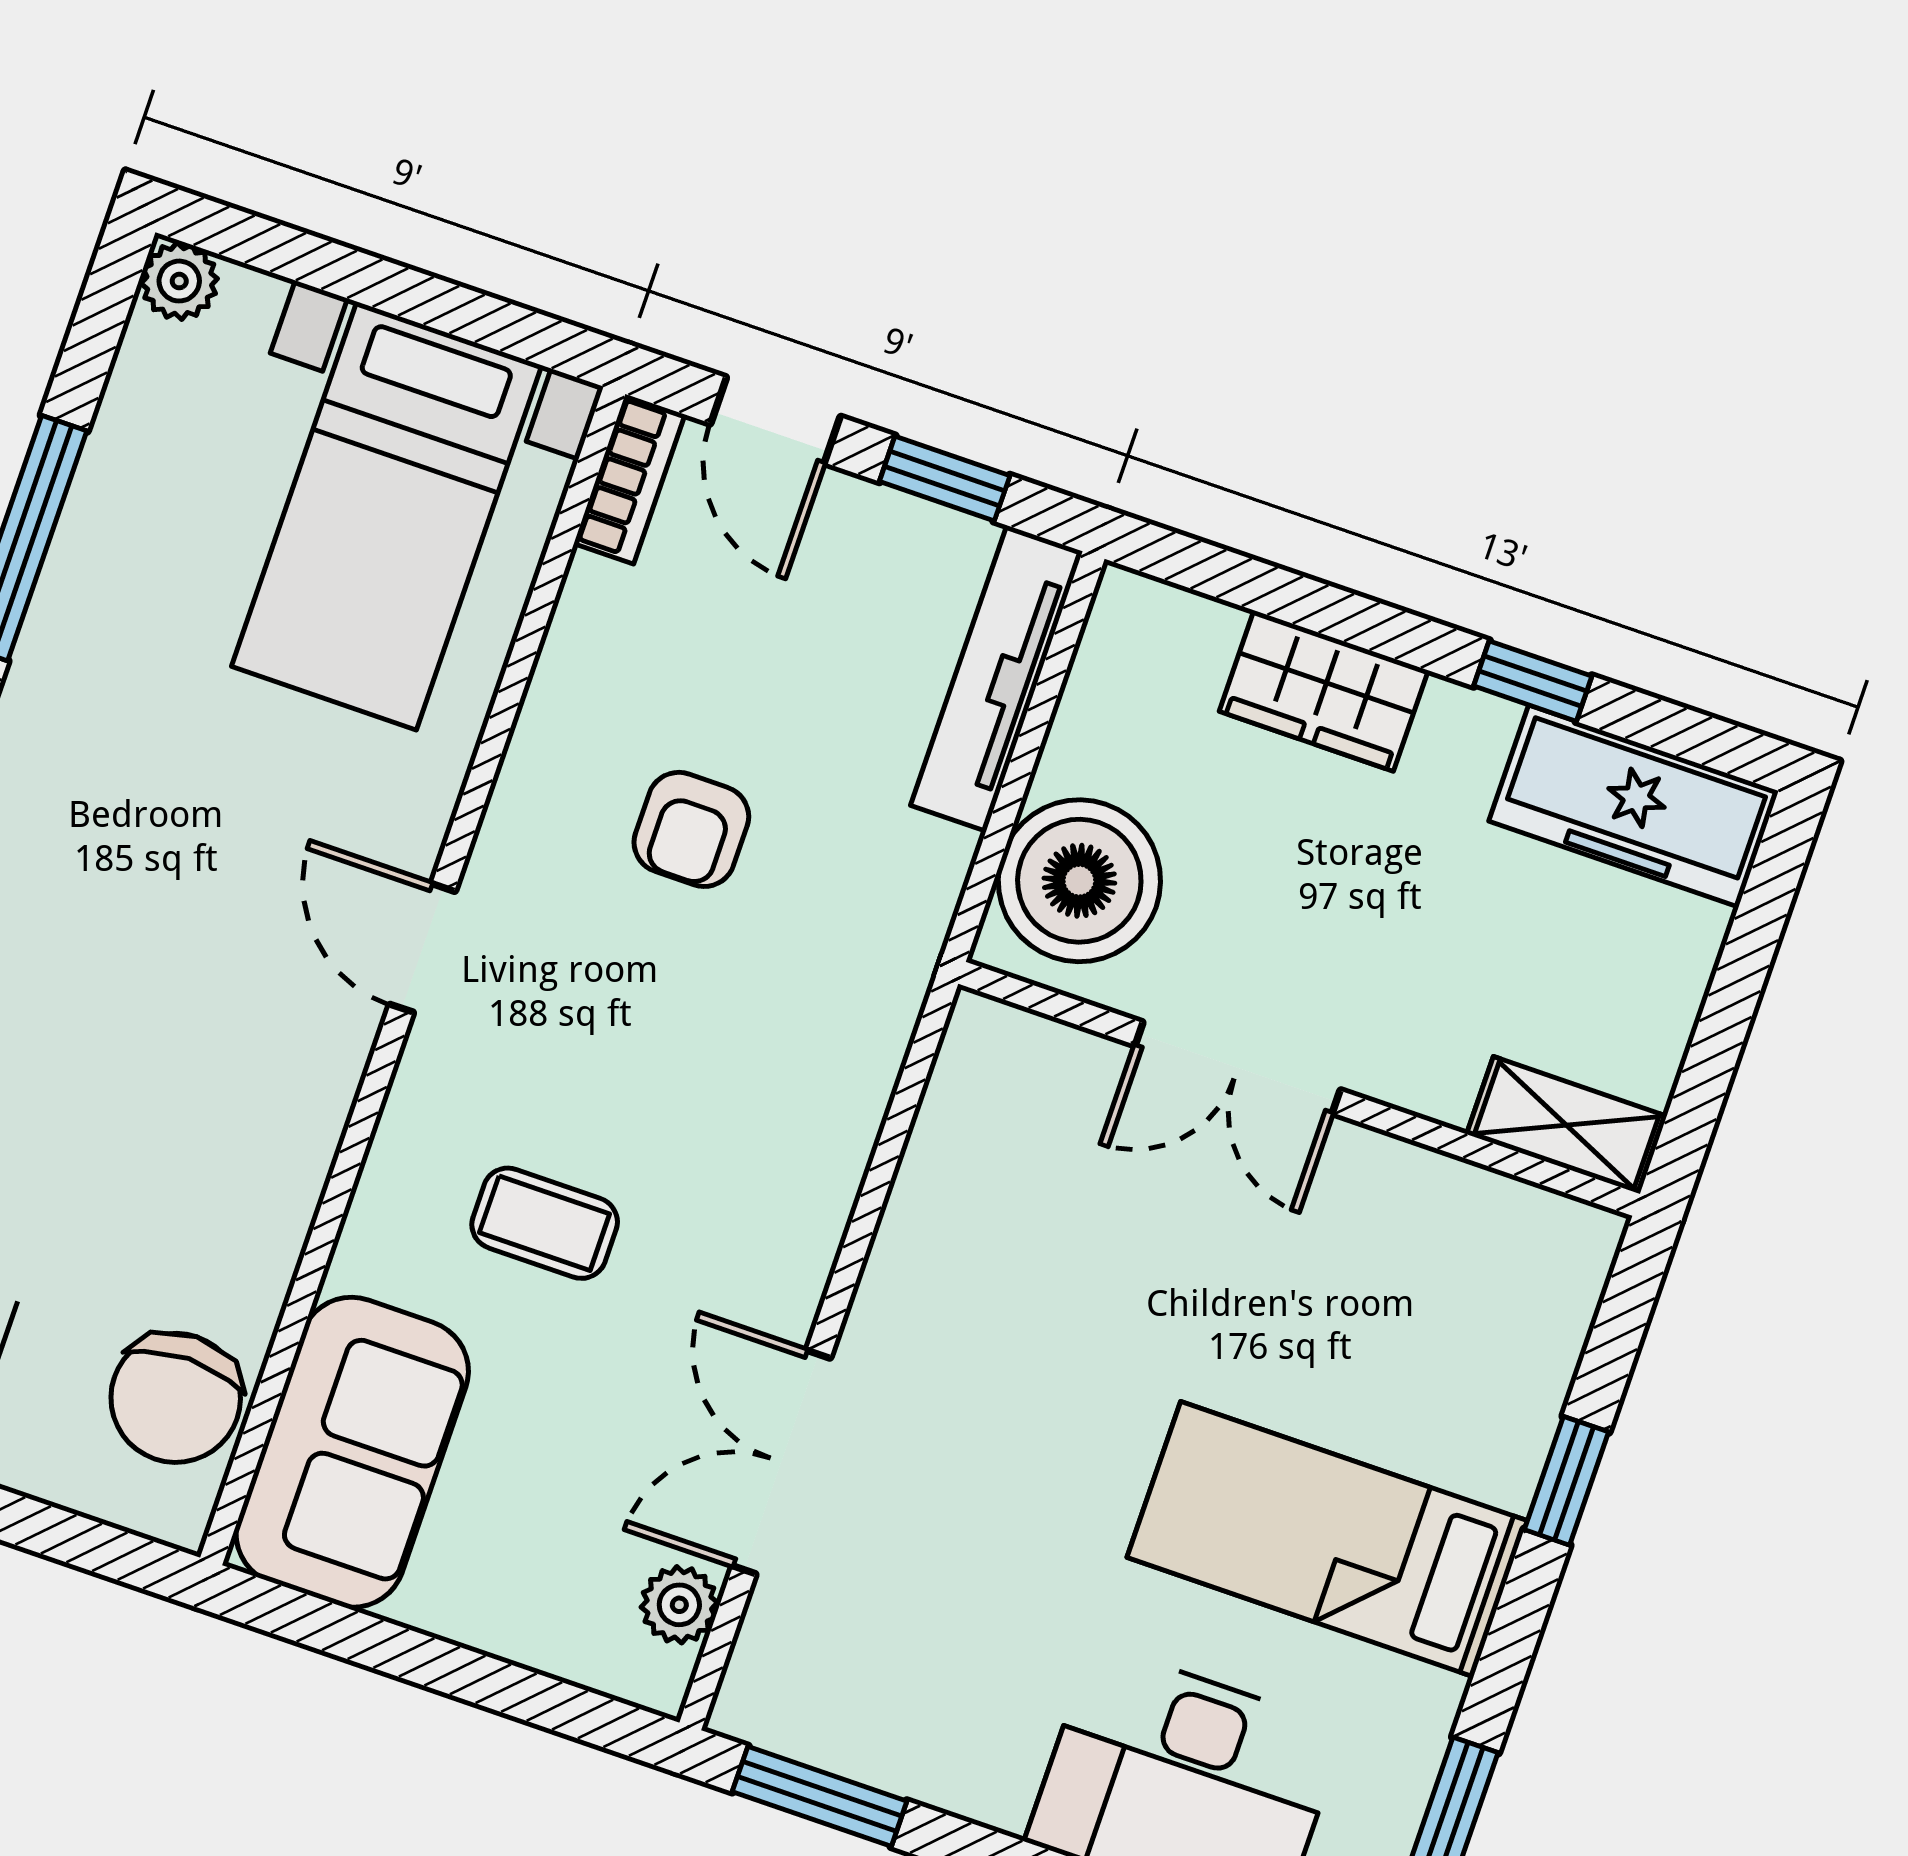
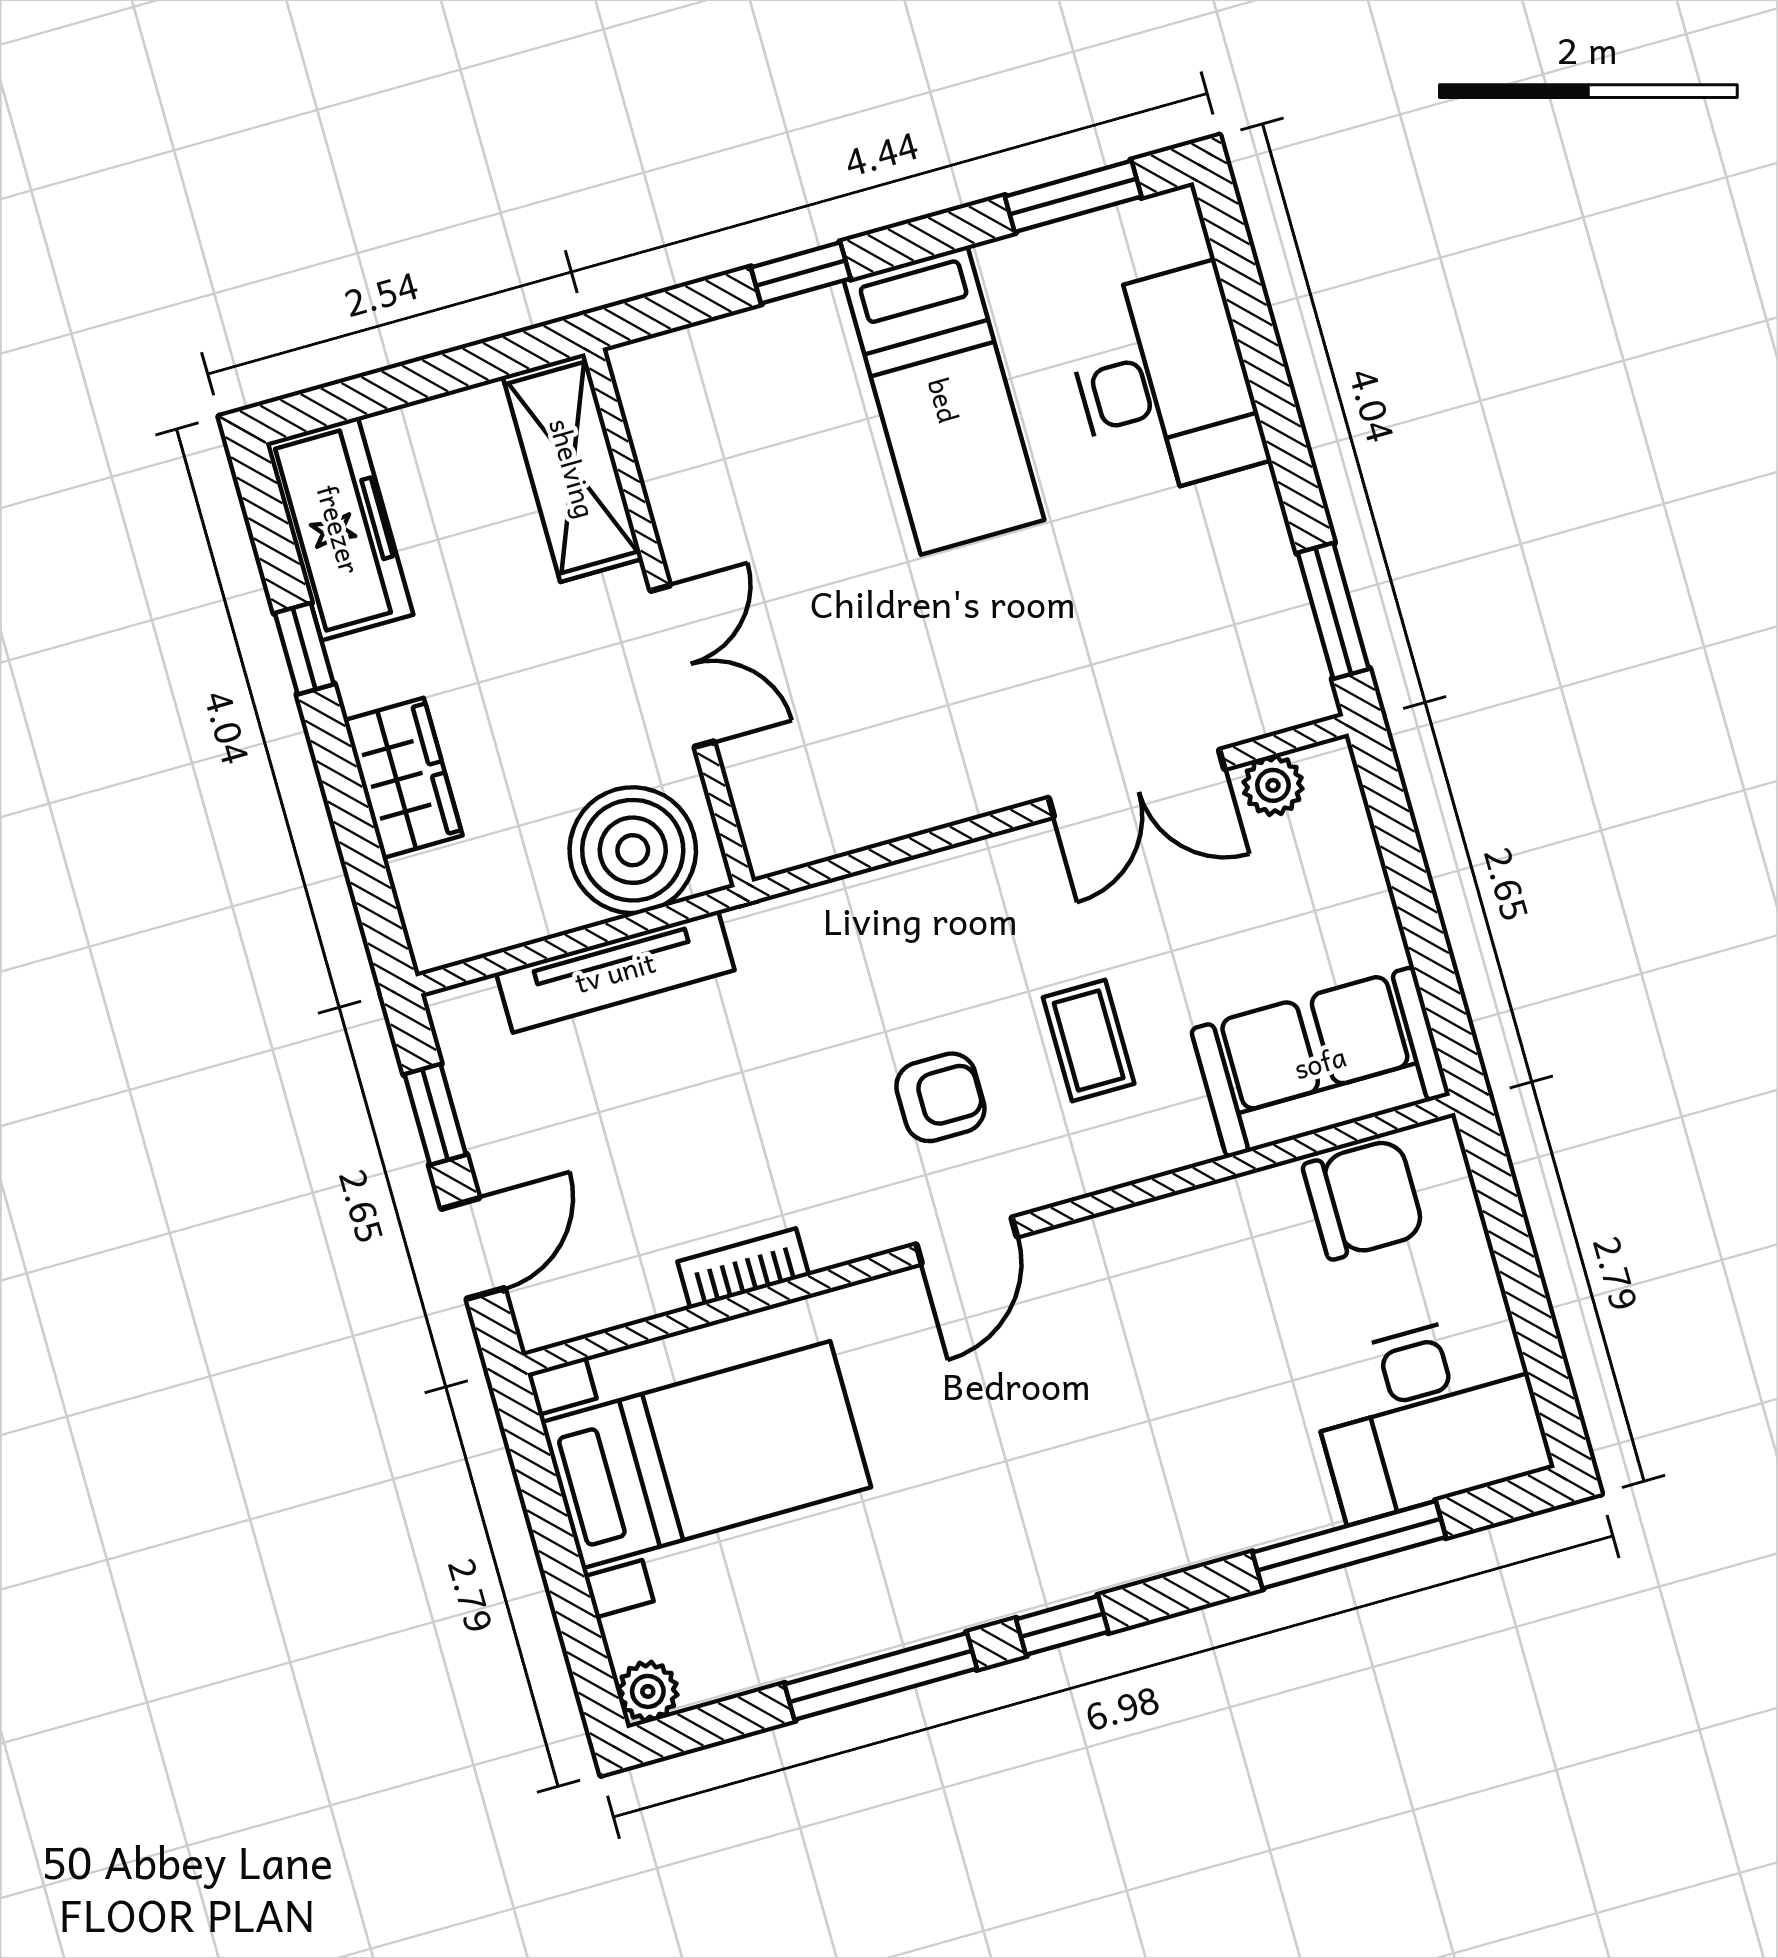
bookcase: (630, 479) -> (743, 1268), moved
tv unit: (997, 678) -> (615, 972), moved
armchair: (691, 829) -> (940, 1097), moved
shelving: (1567, 1125) -> (573, 468), width x1.50, depth x1.33

